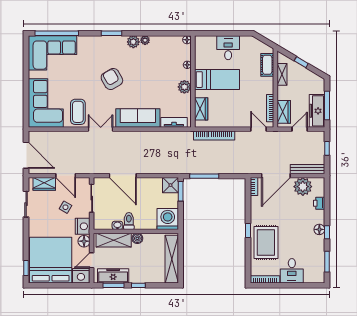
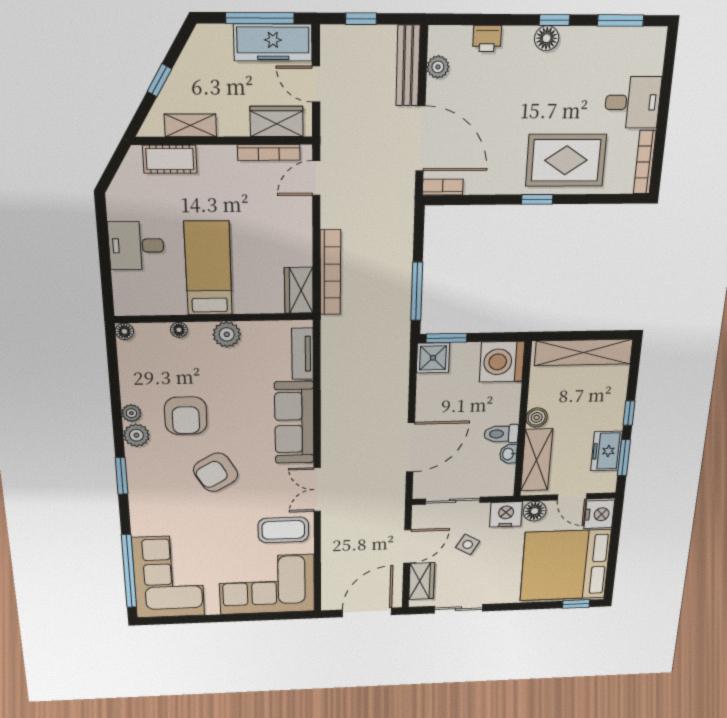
armchair: (143, 66) -> (186, 416), added
wardrobe: (201, 109) -> (299, 290), moved, turned -90
plant: (303, 187) -> (438, 67), width x0.53, depth x0.53
freezer: (113, 276) -> (606, 451), width x0.71

